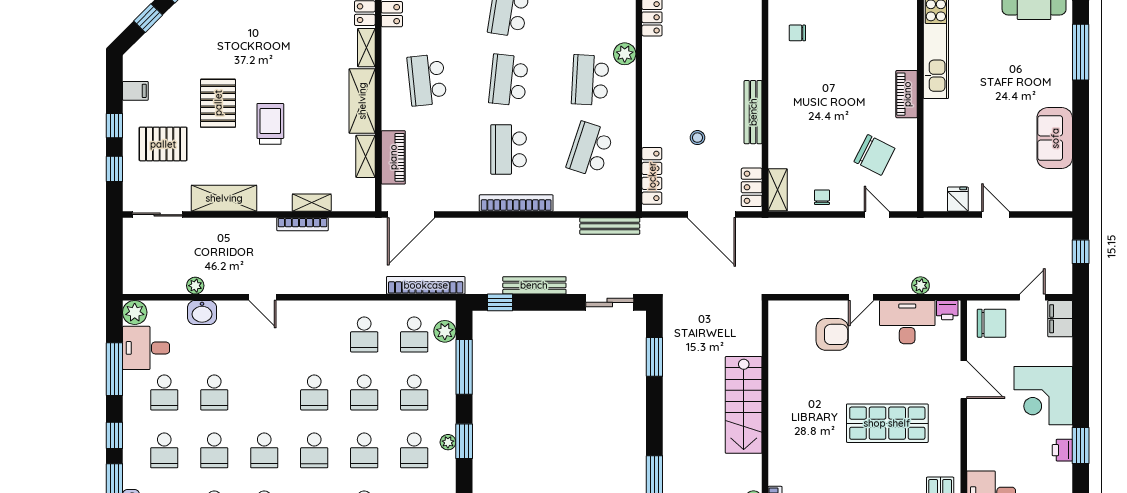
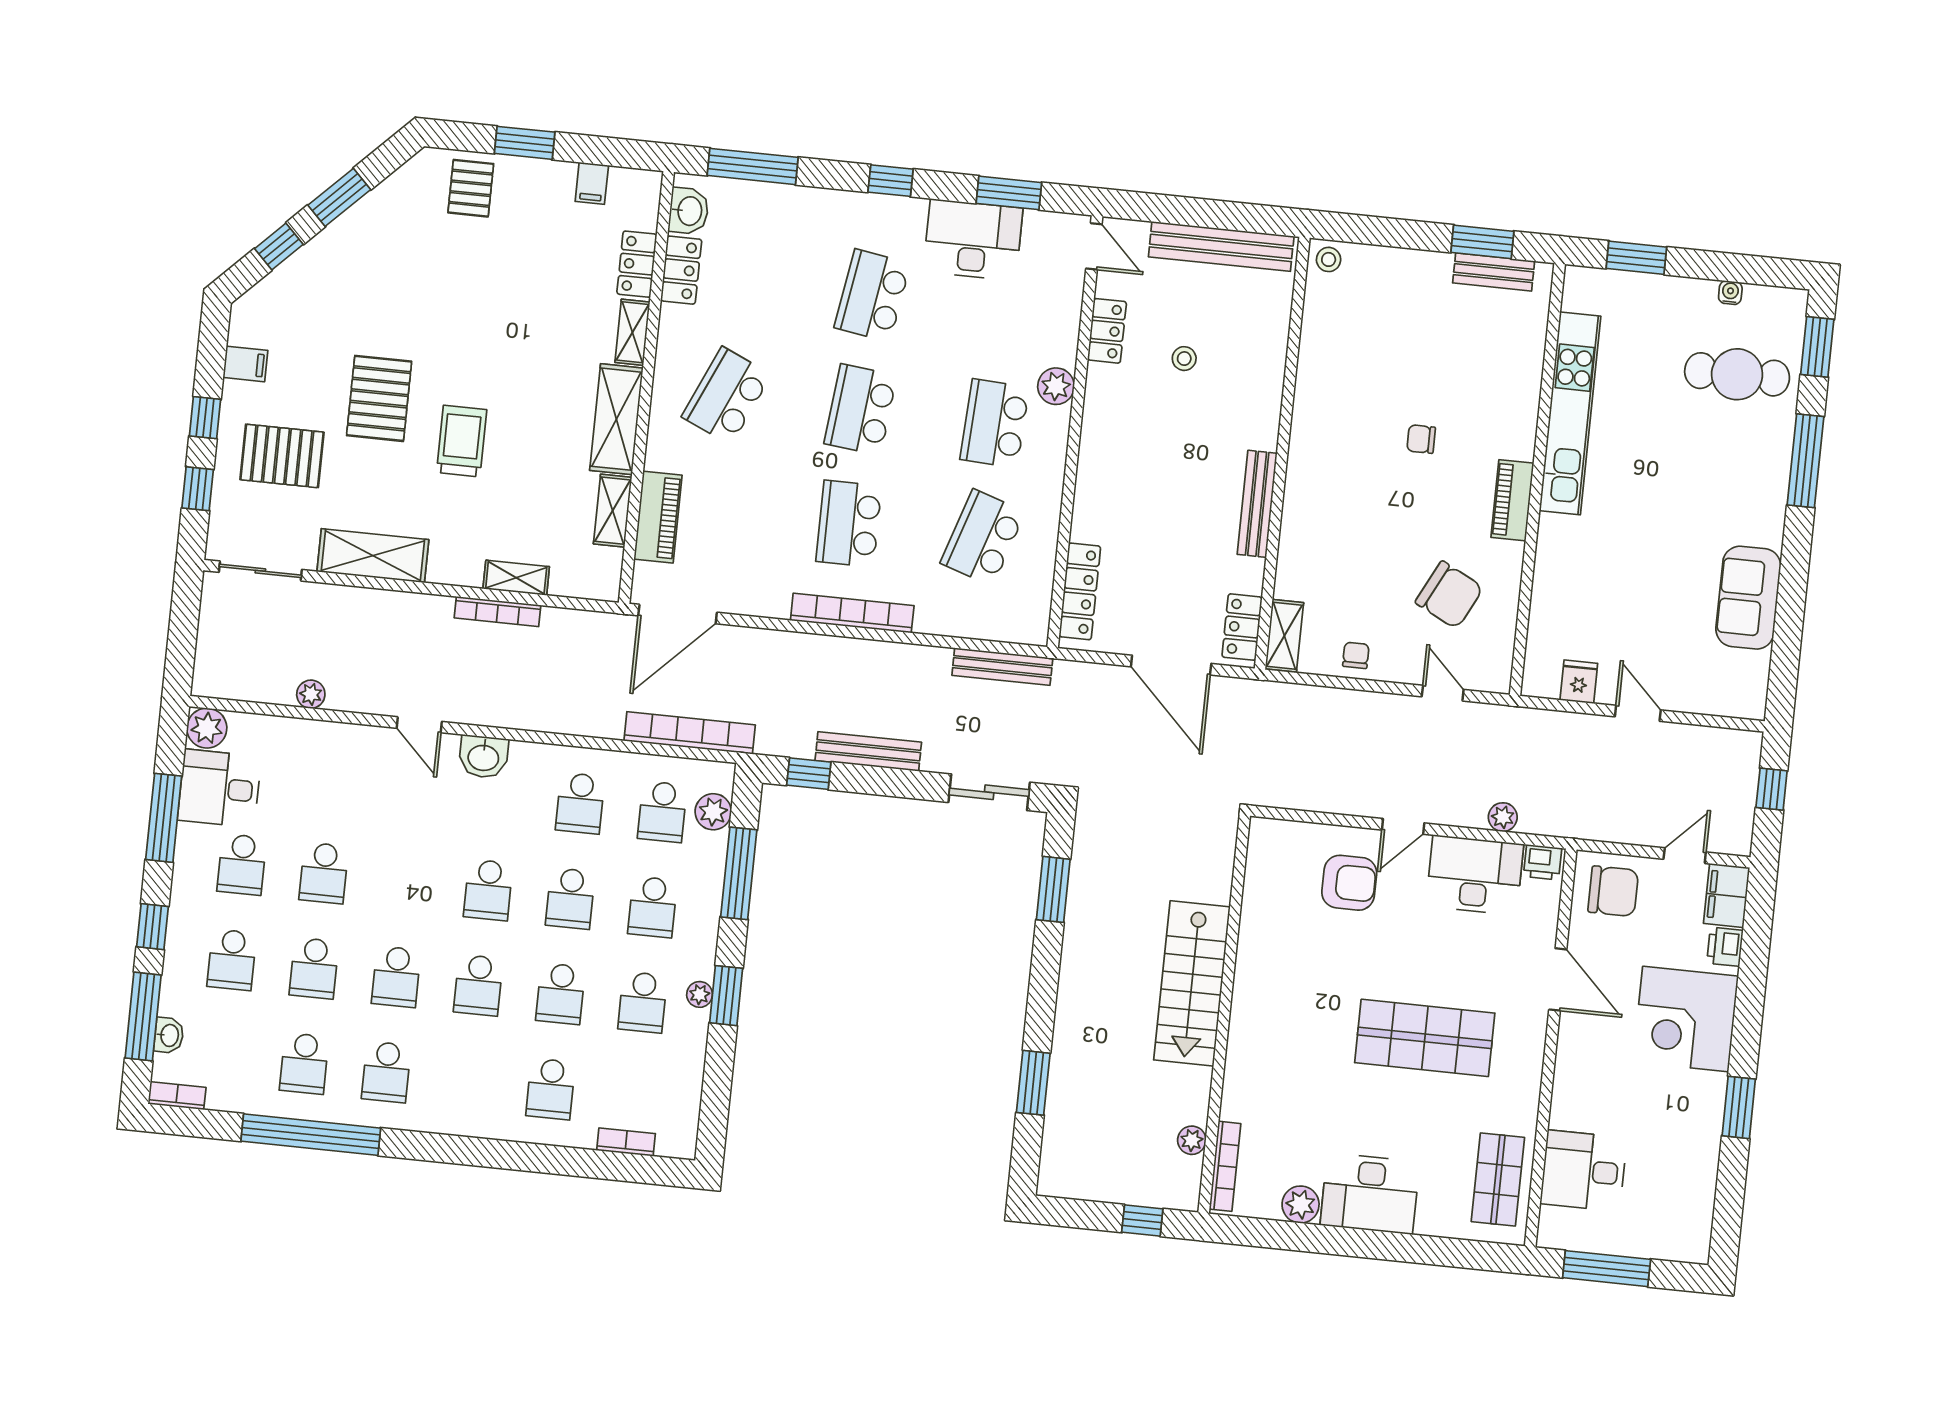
chair: (797, 33) -> (1421, 439), moved
school desk: (427, 80) -> (727, 396), turned 30
stool: (697, 138) -> (1184, 359), moved
washbasin: (202, 313) -> (483, 757), moved
printer: (1062, 450) -> (1725, 947), moved

